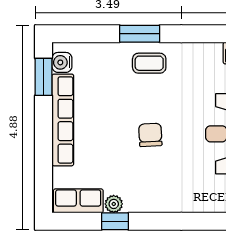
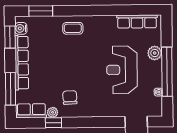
window: (140, 34) -> (41, 11), moved
chair: (150, 135) -> (70, 97), moved
window: (44, 164) -> (11, 89), added

